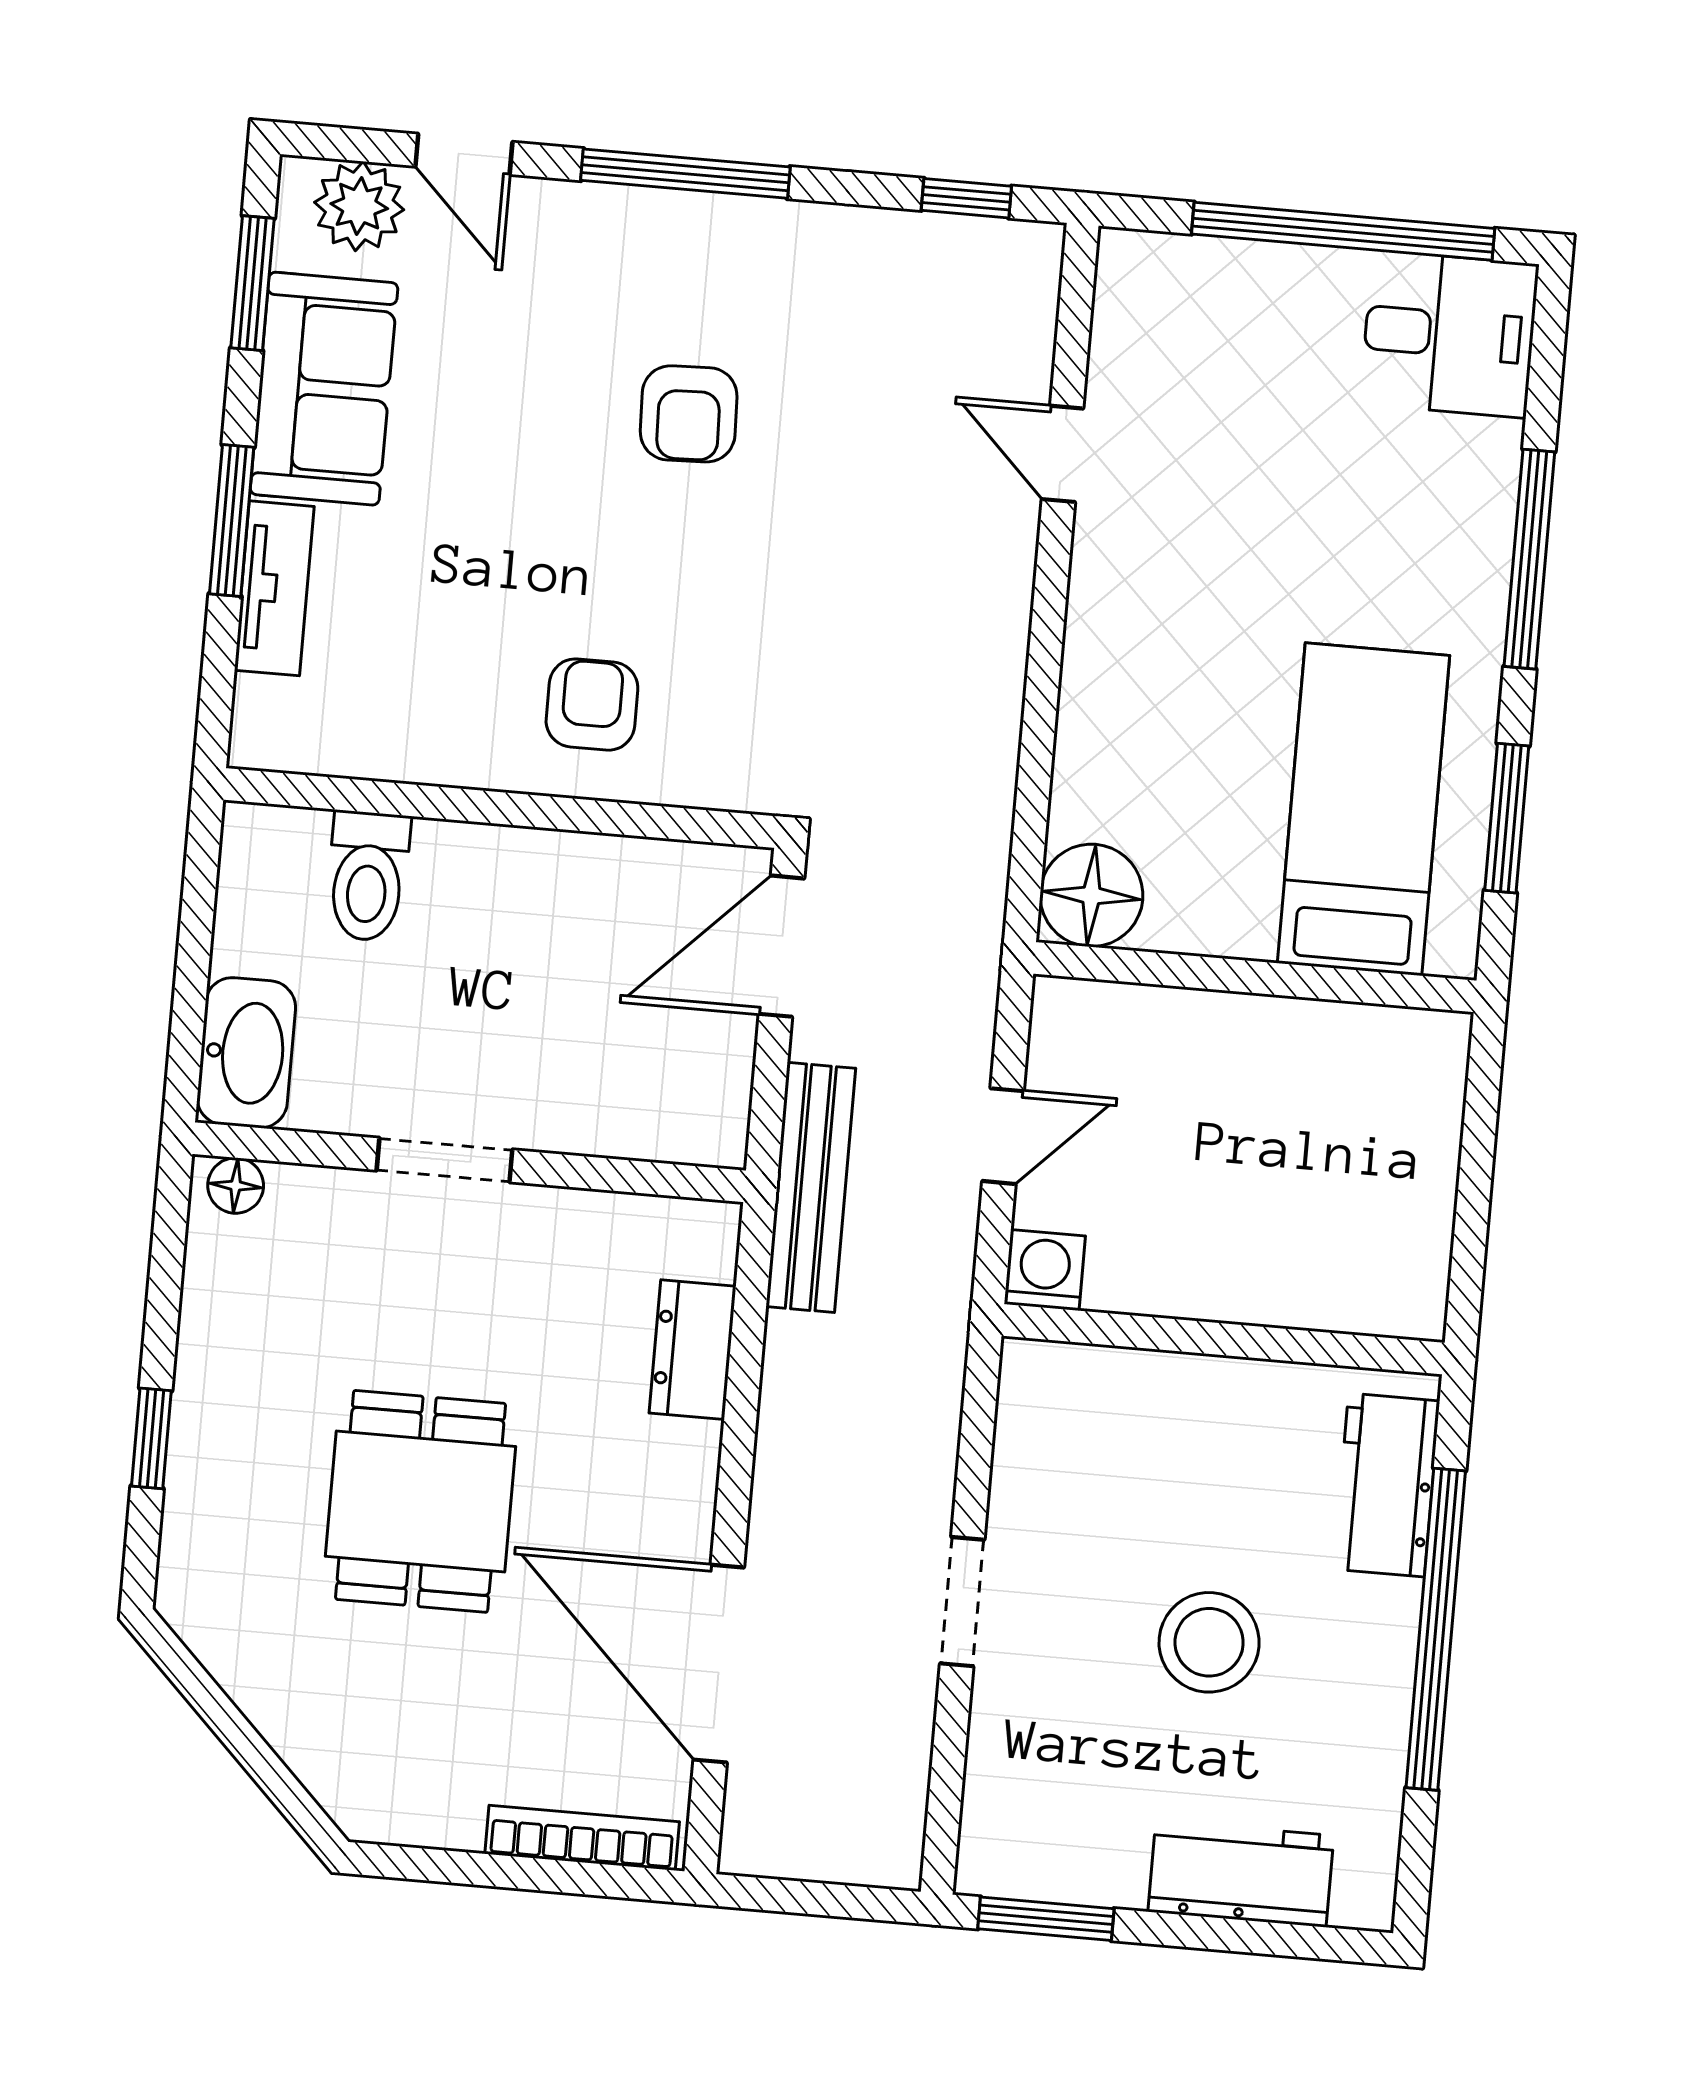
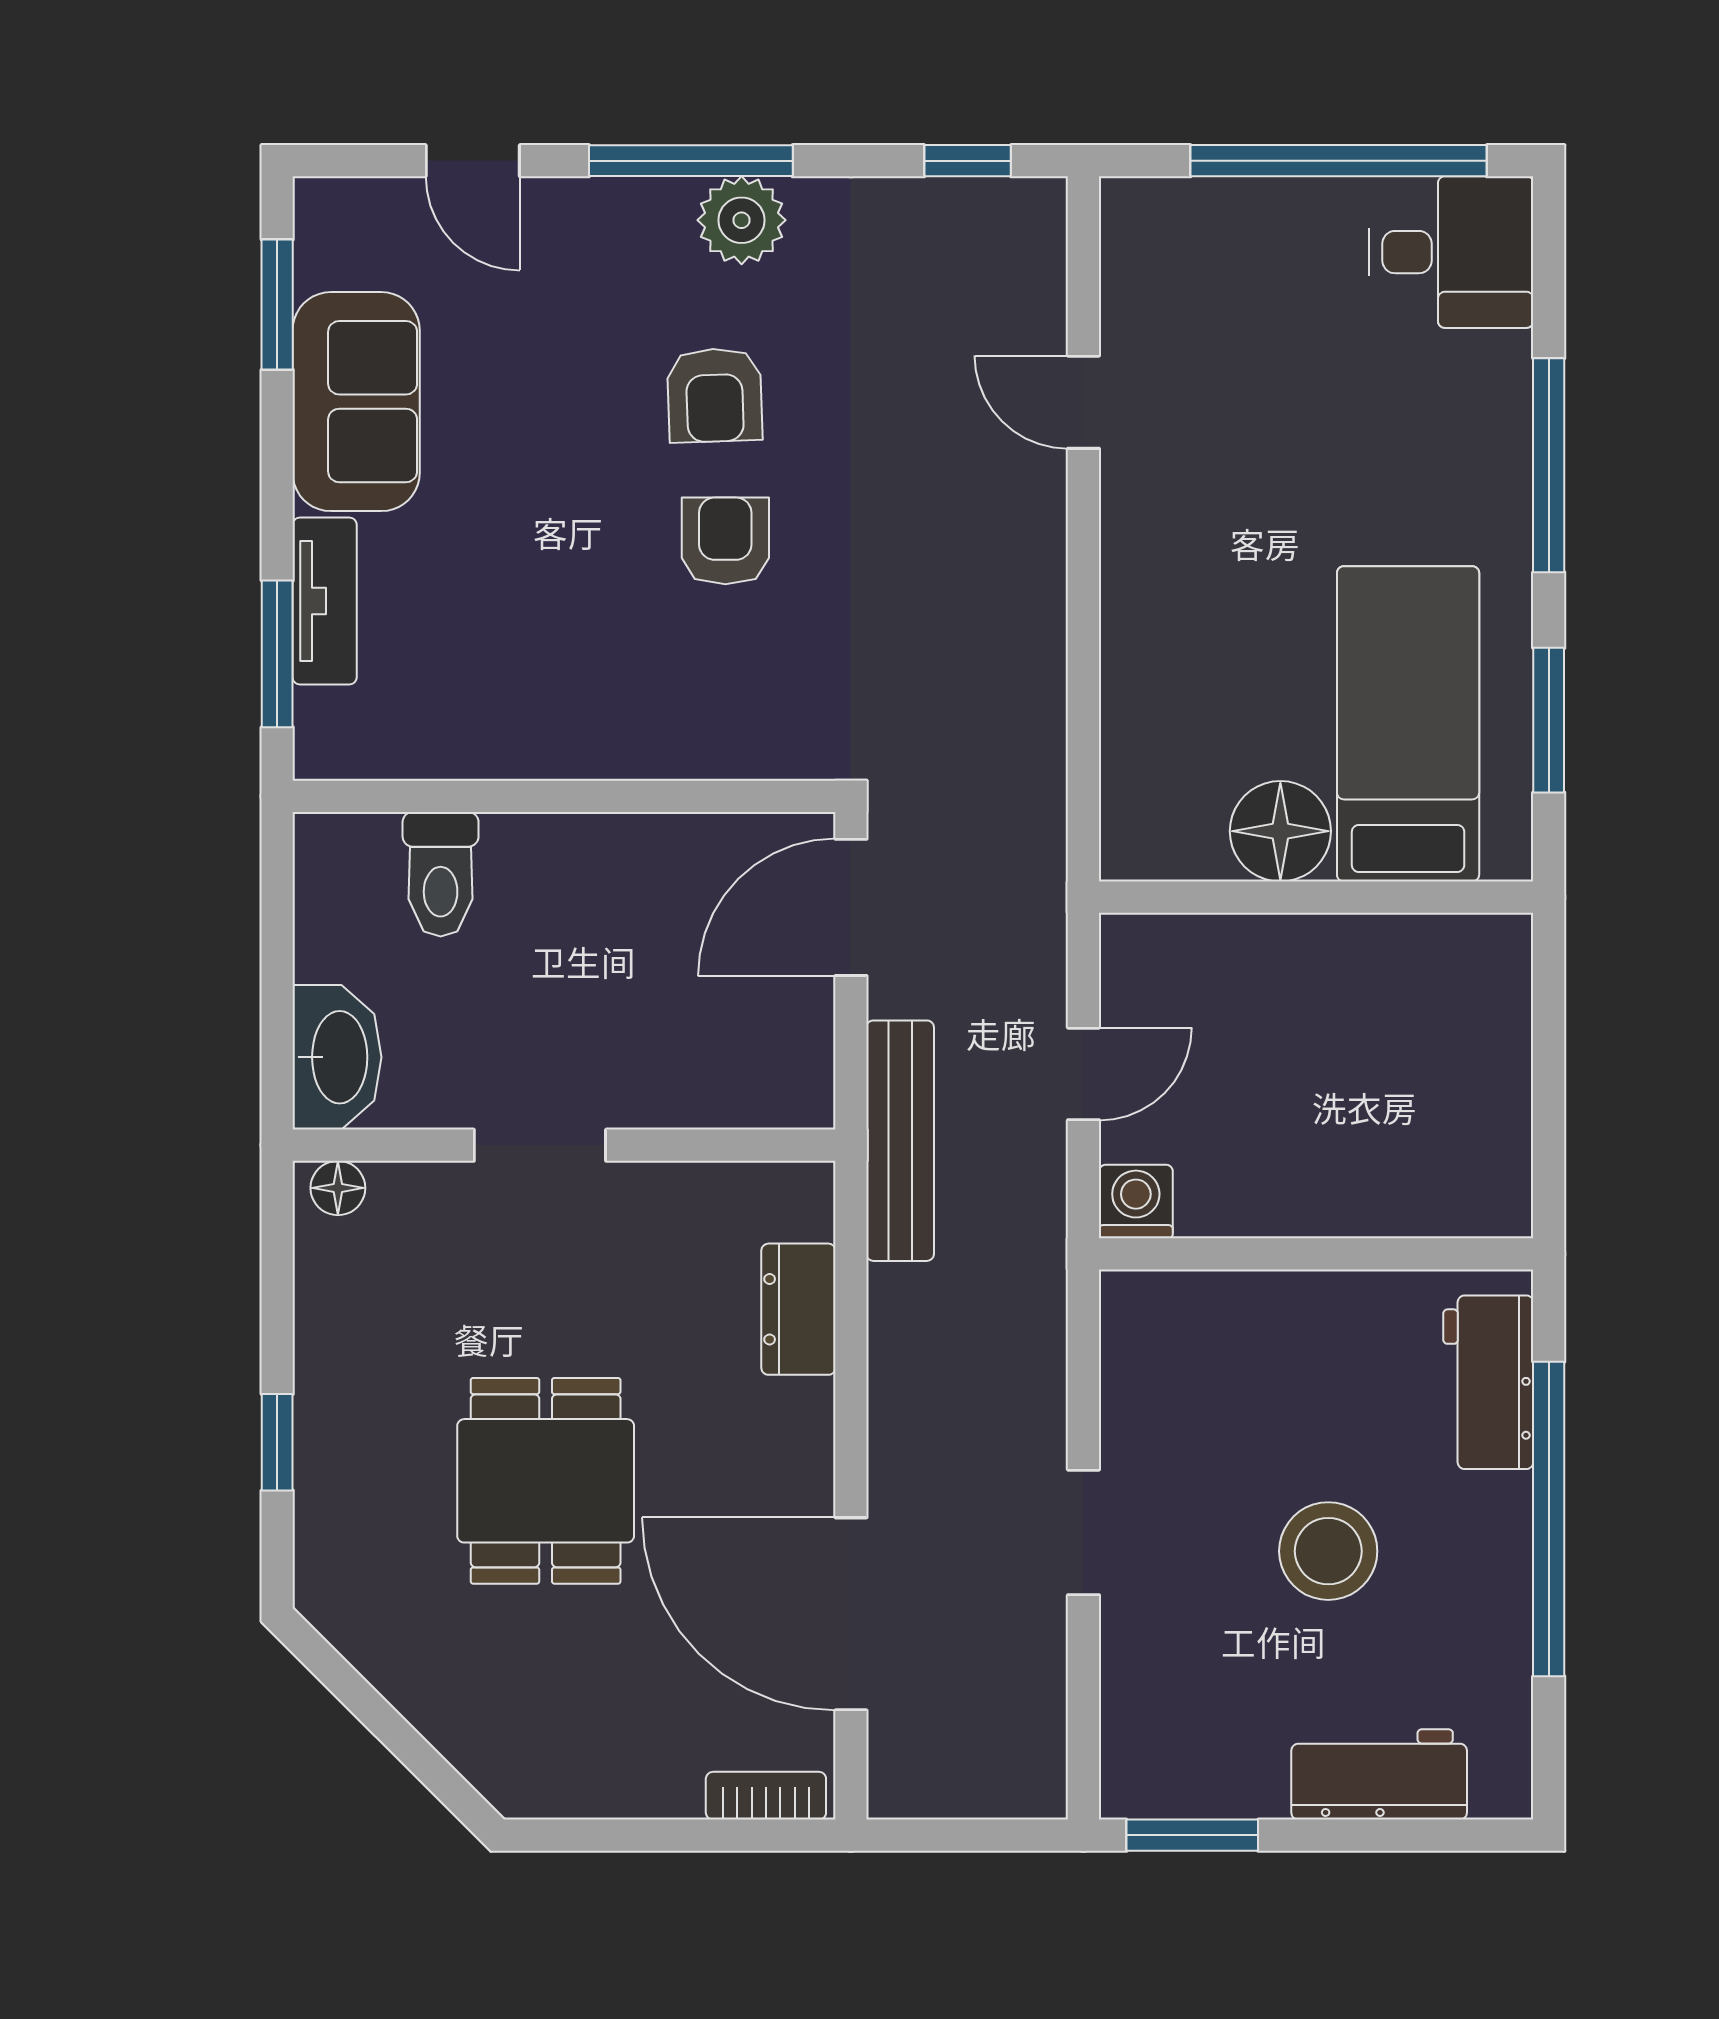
plant: (359, 206) -> (742, 220), moved
window: (232, 520) -> (277, 654), moved
armchair: (592, 705) -> (725, 541), moved
floor lamp: (1091, 895) -> (1280, 831), moved
bookcase: (582, 1838) -> (766, 1796), width x0.64

